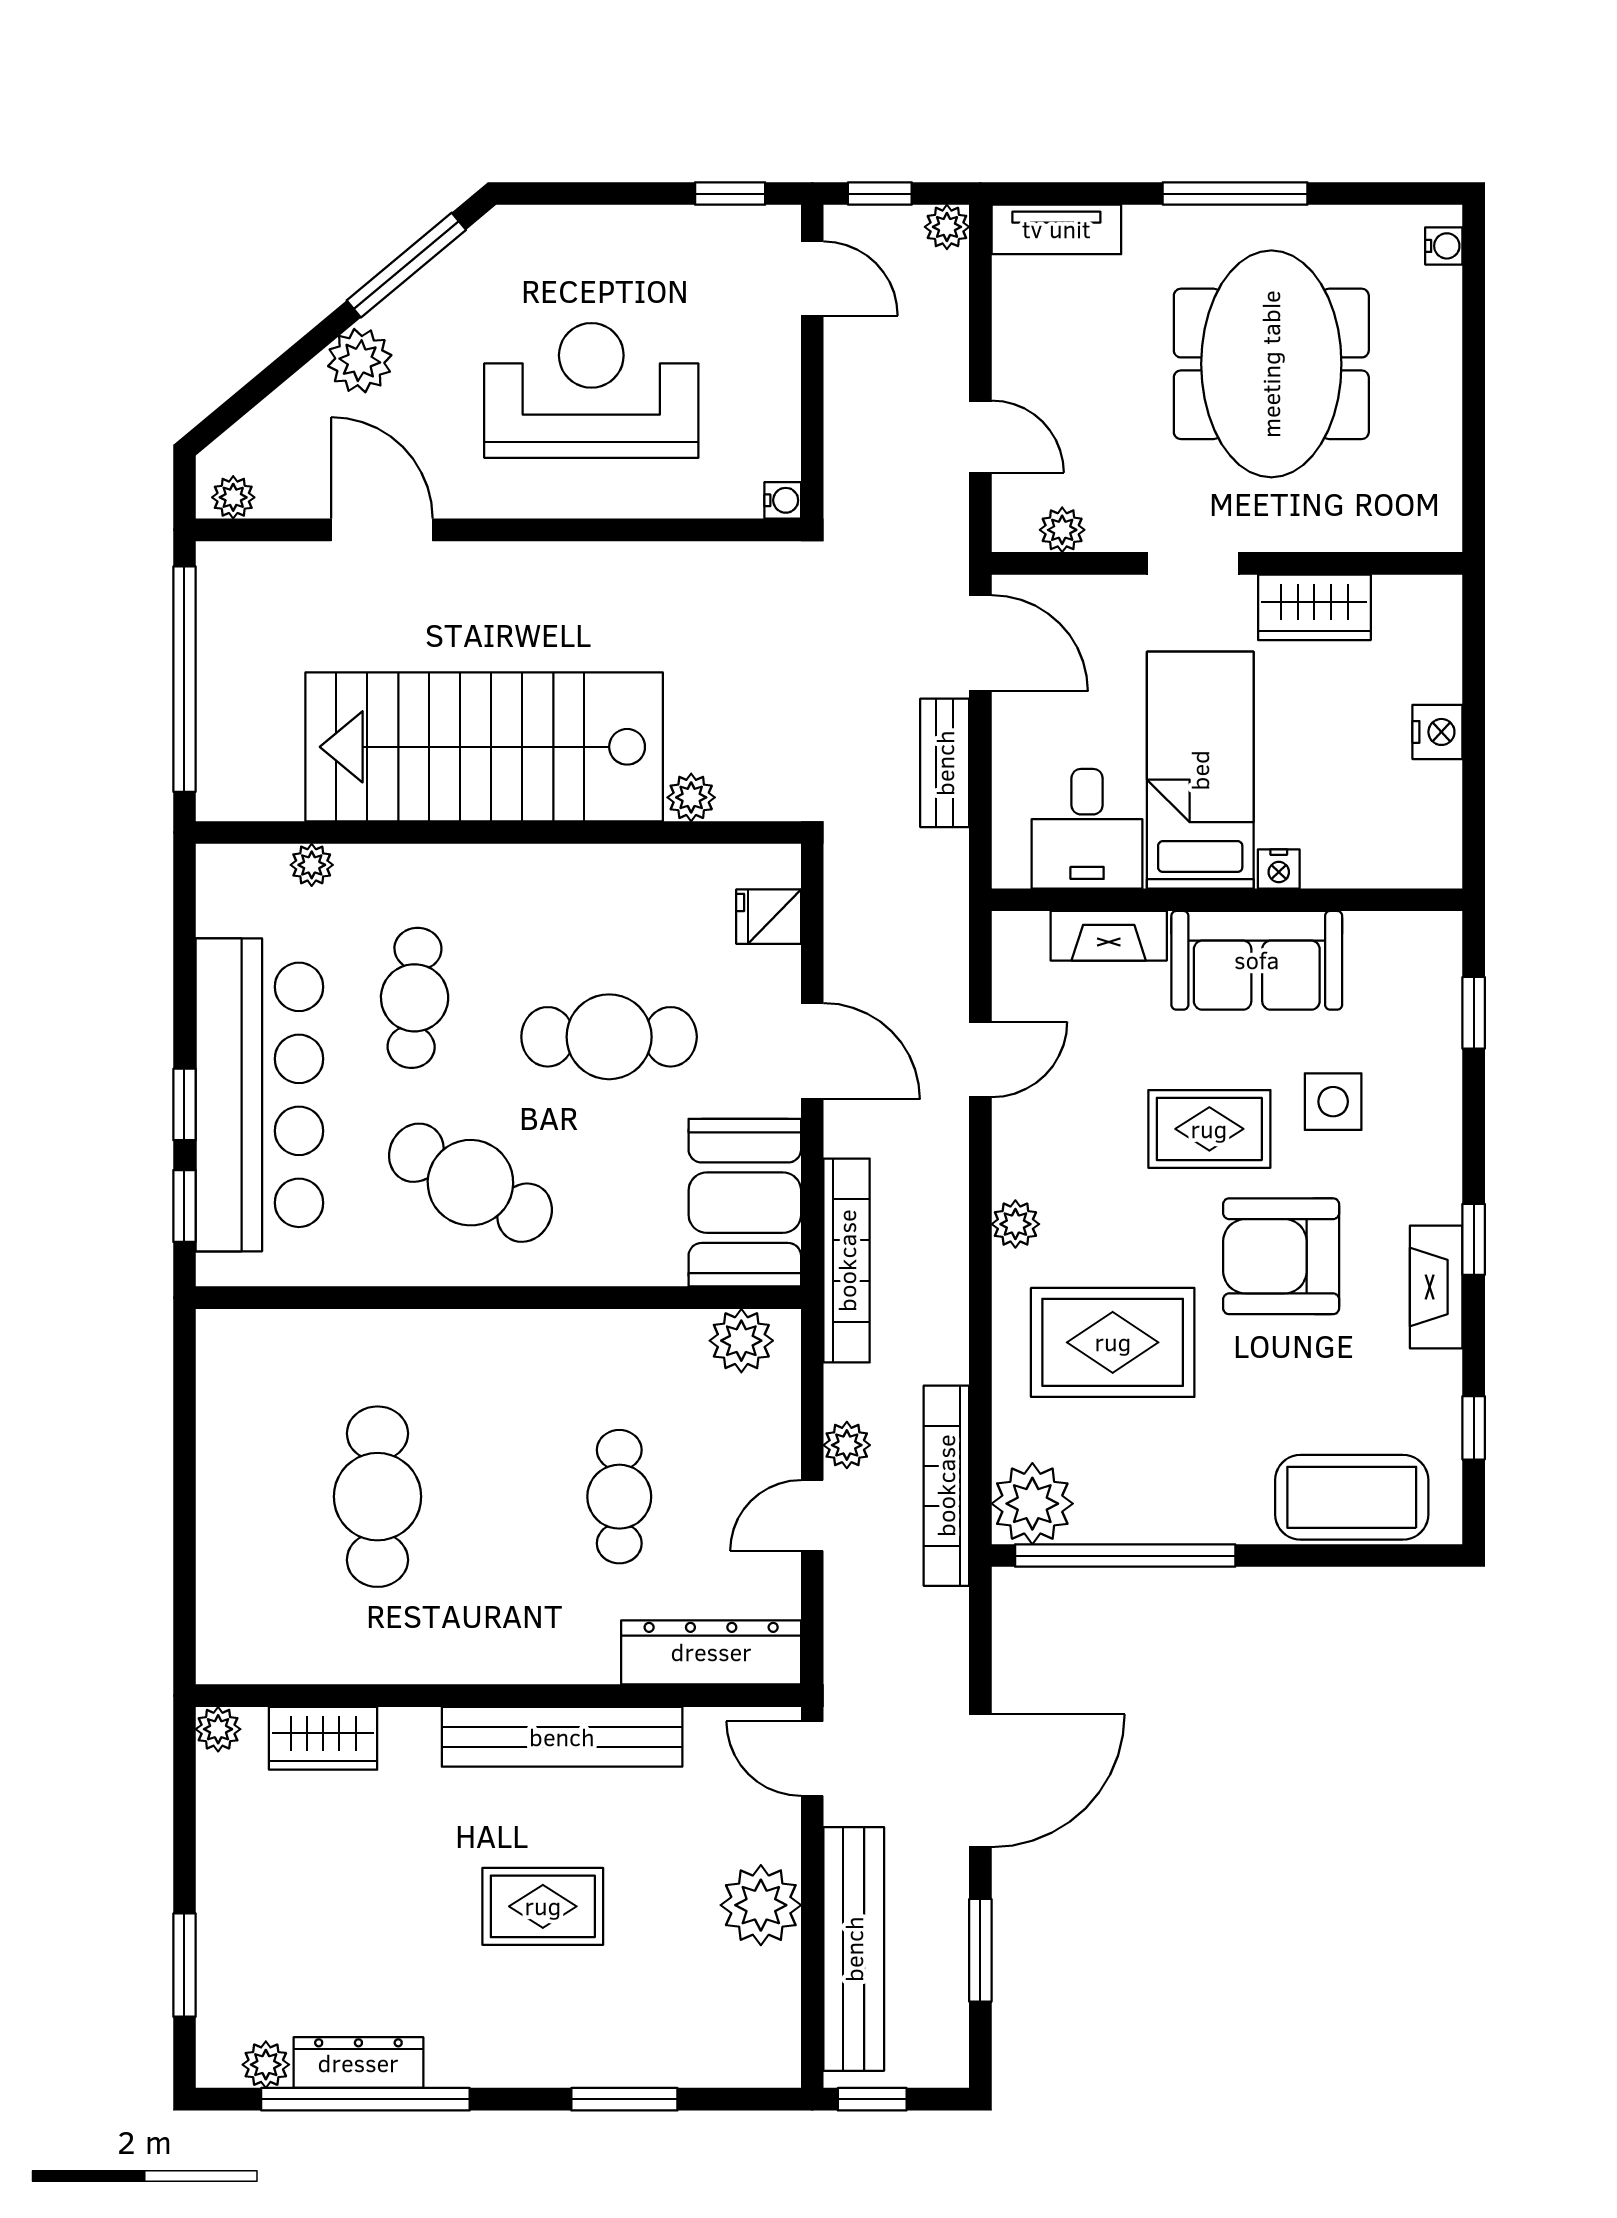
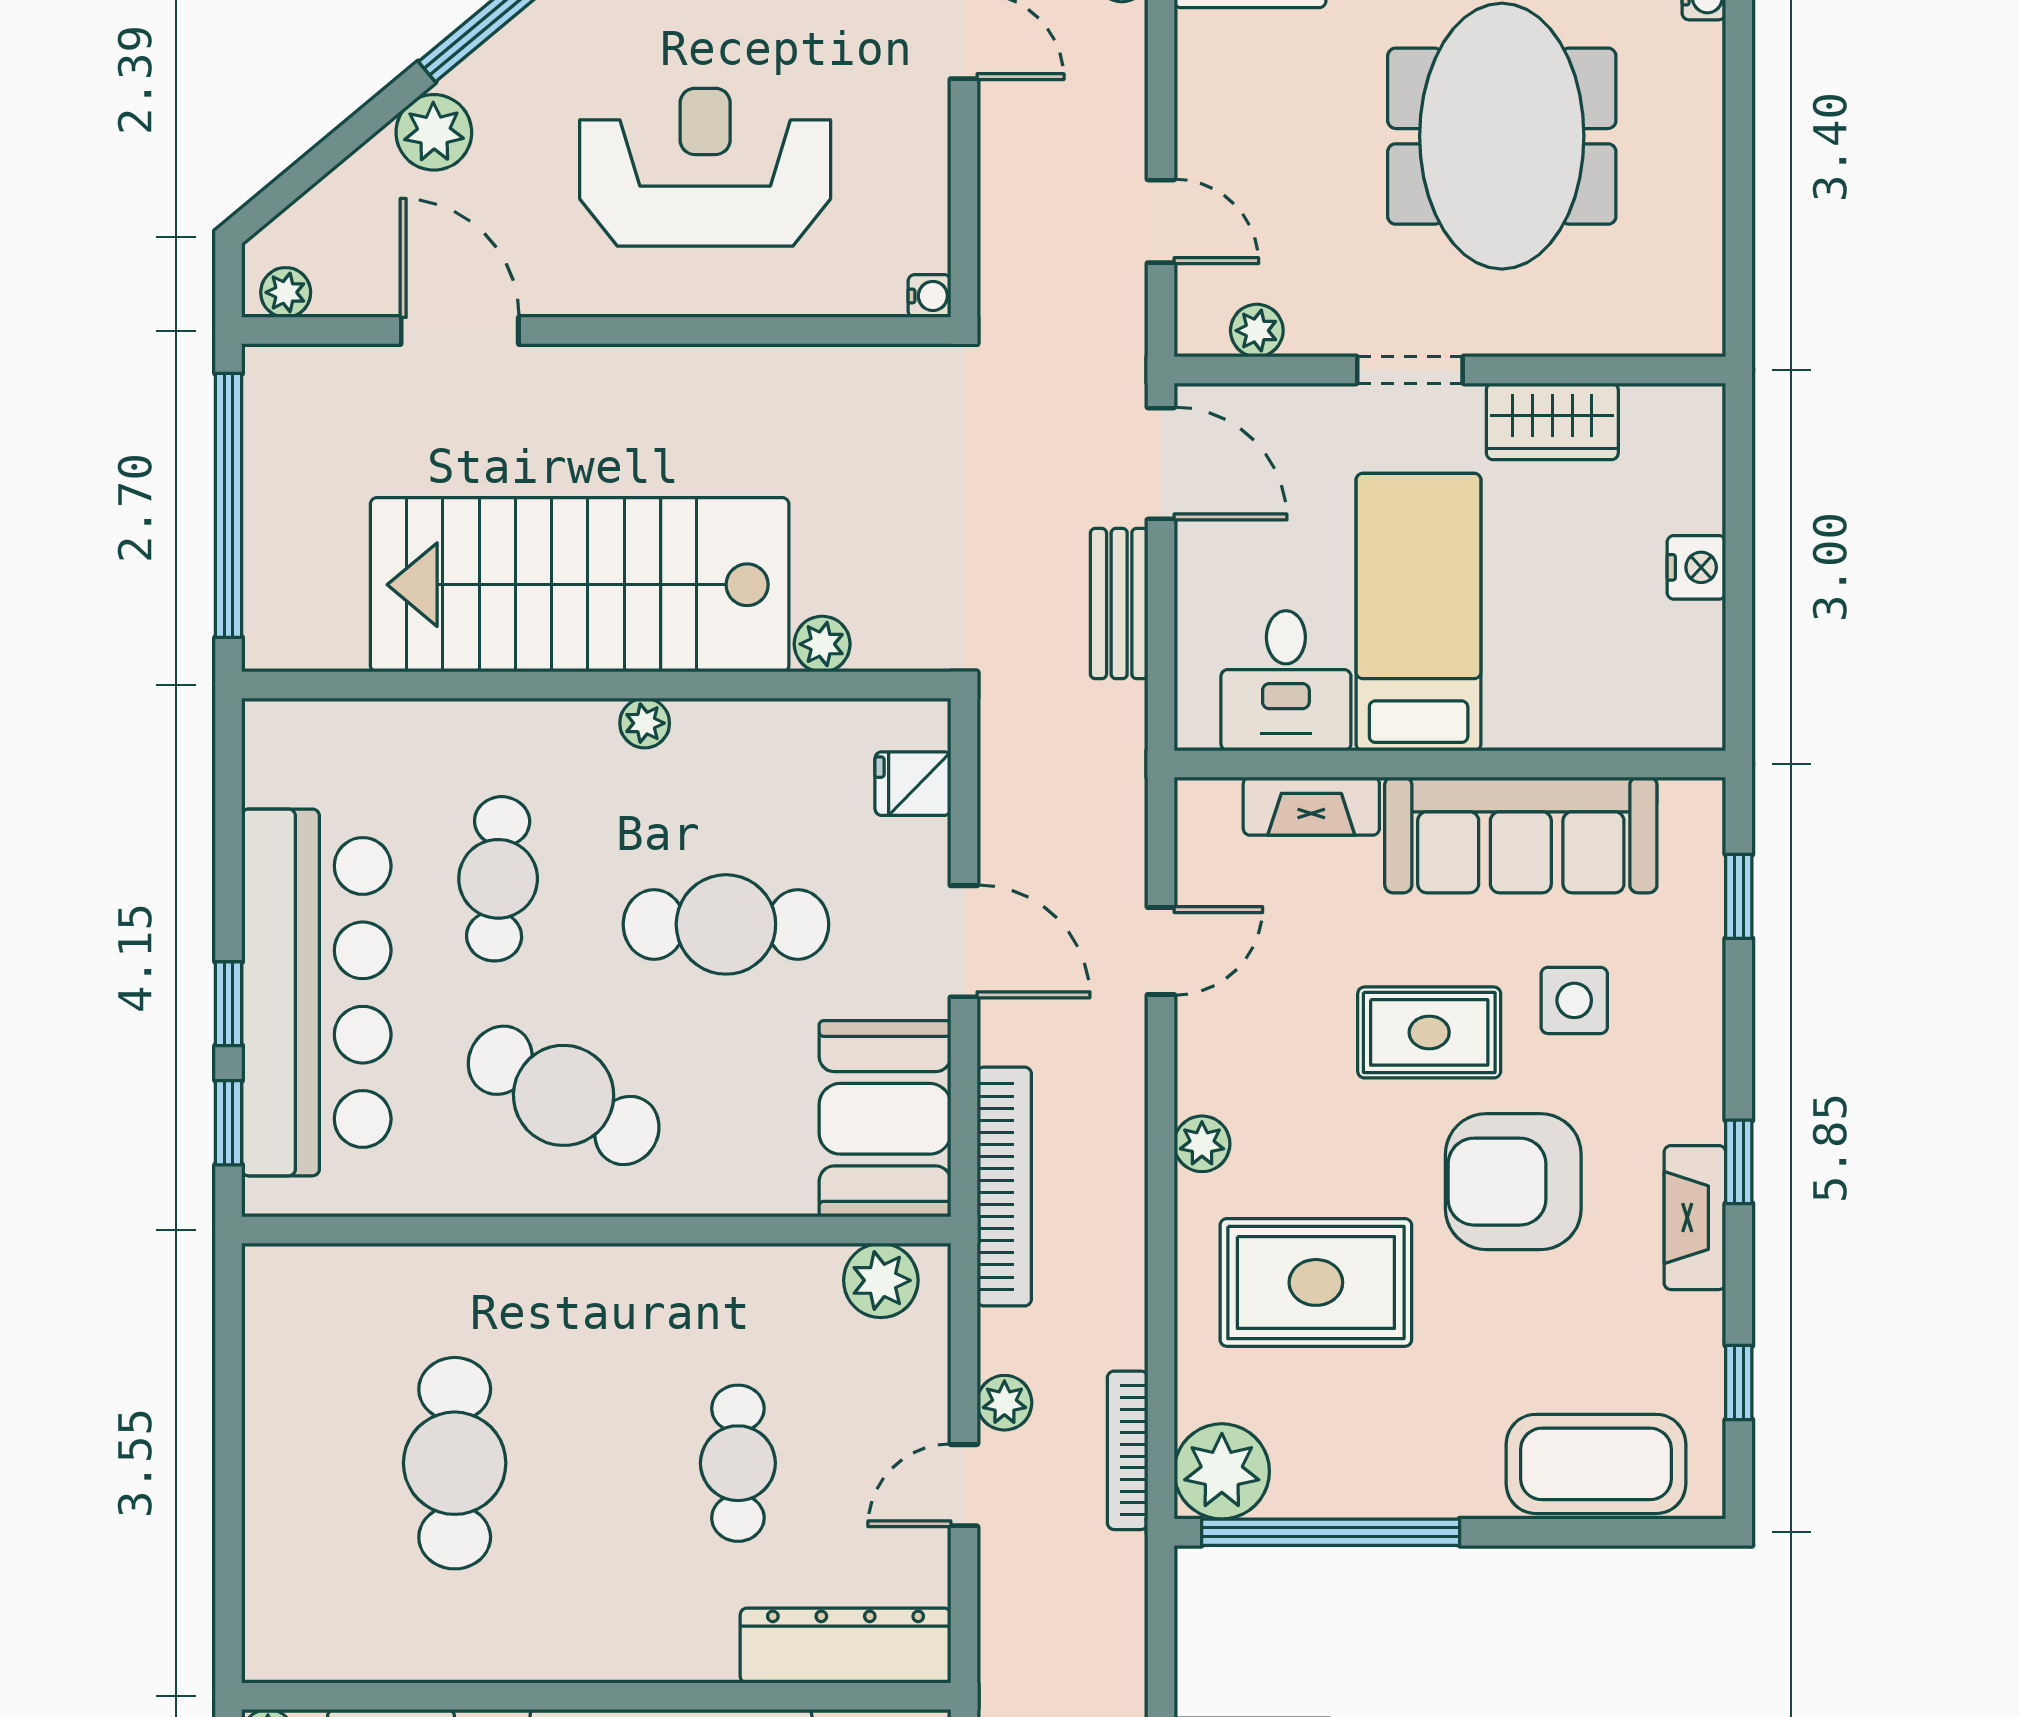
plant: (312, 865) -> (645, 723), moved
nightstand: (1279, 869) -> (1511, 728), removed
sofa: (1257, 960) -> (1521, 835), width x1.36
bookcase: (946, 1486) -> (1128, 1450), width x0.68, depth x0.76

